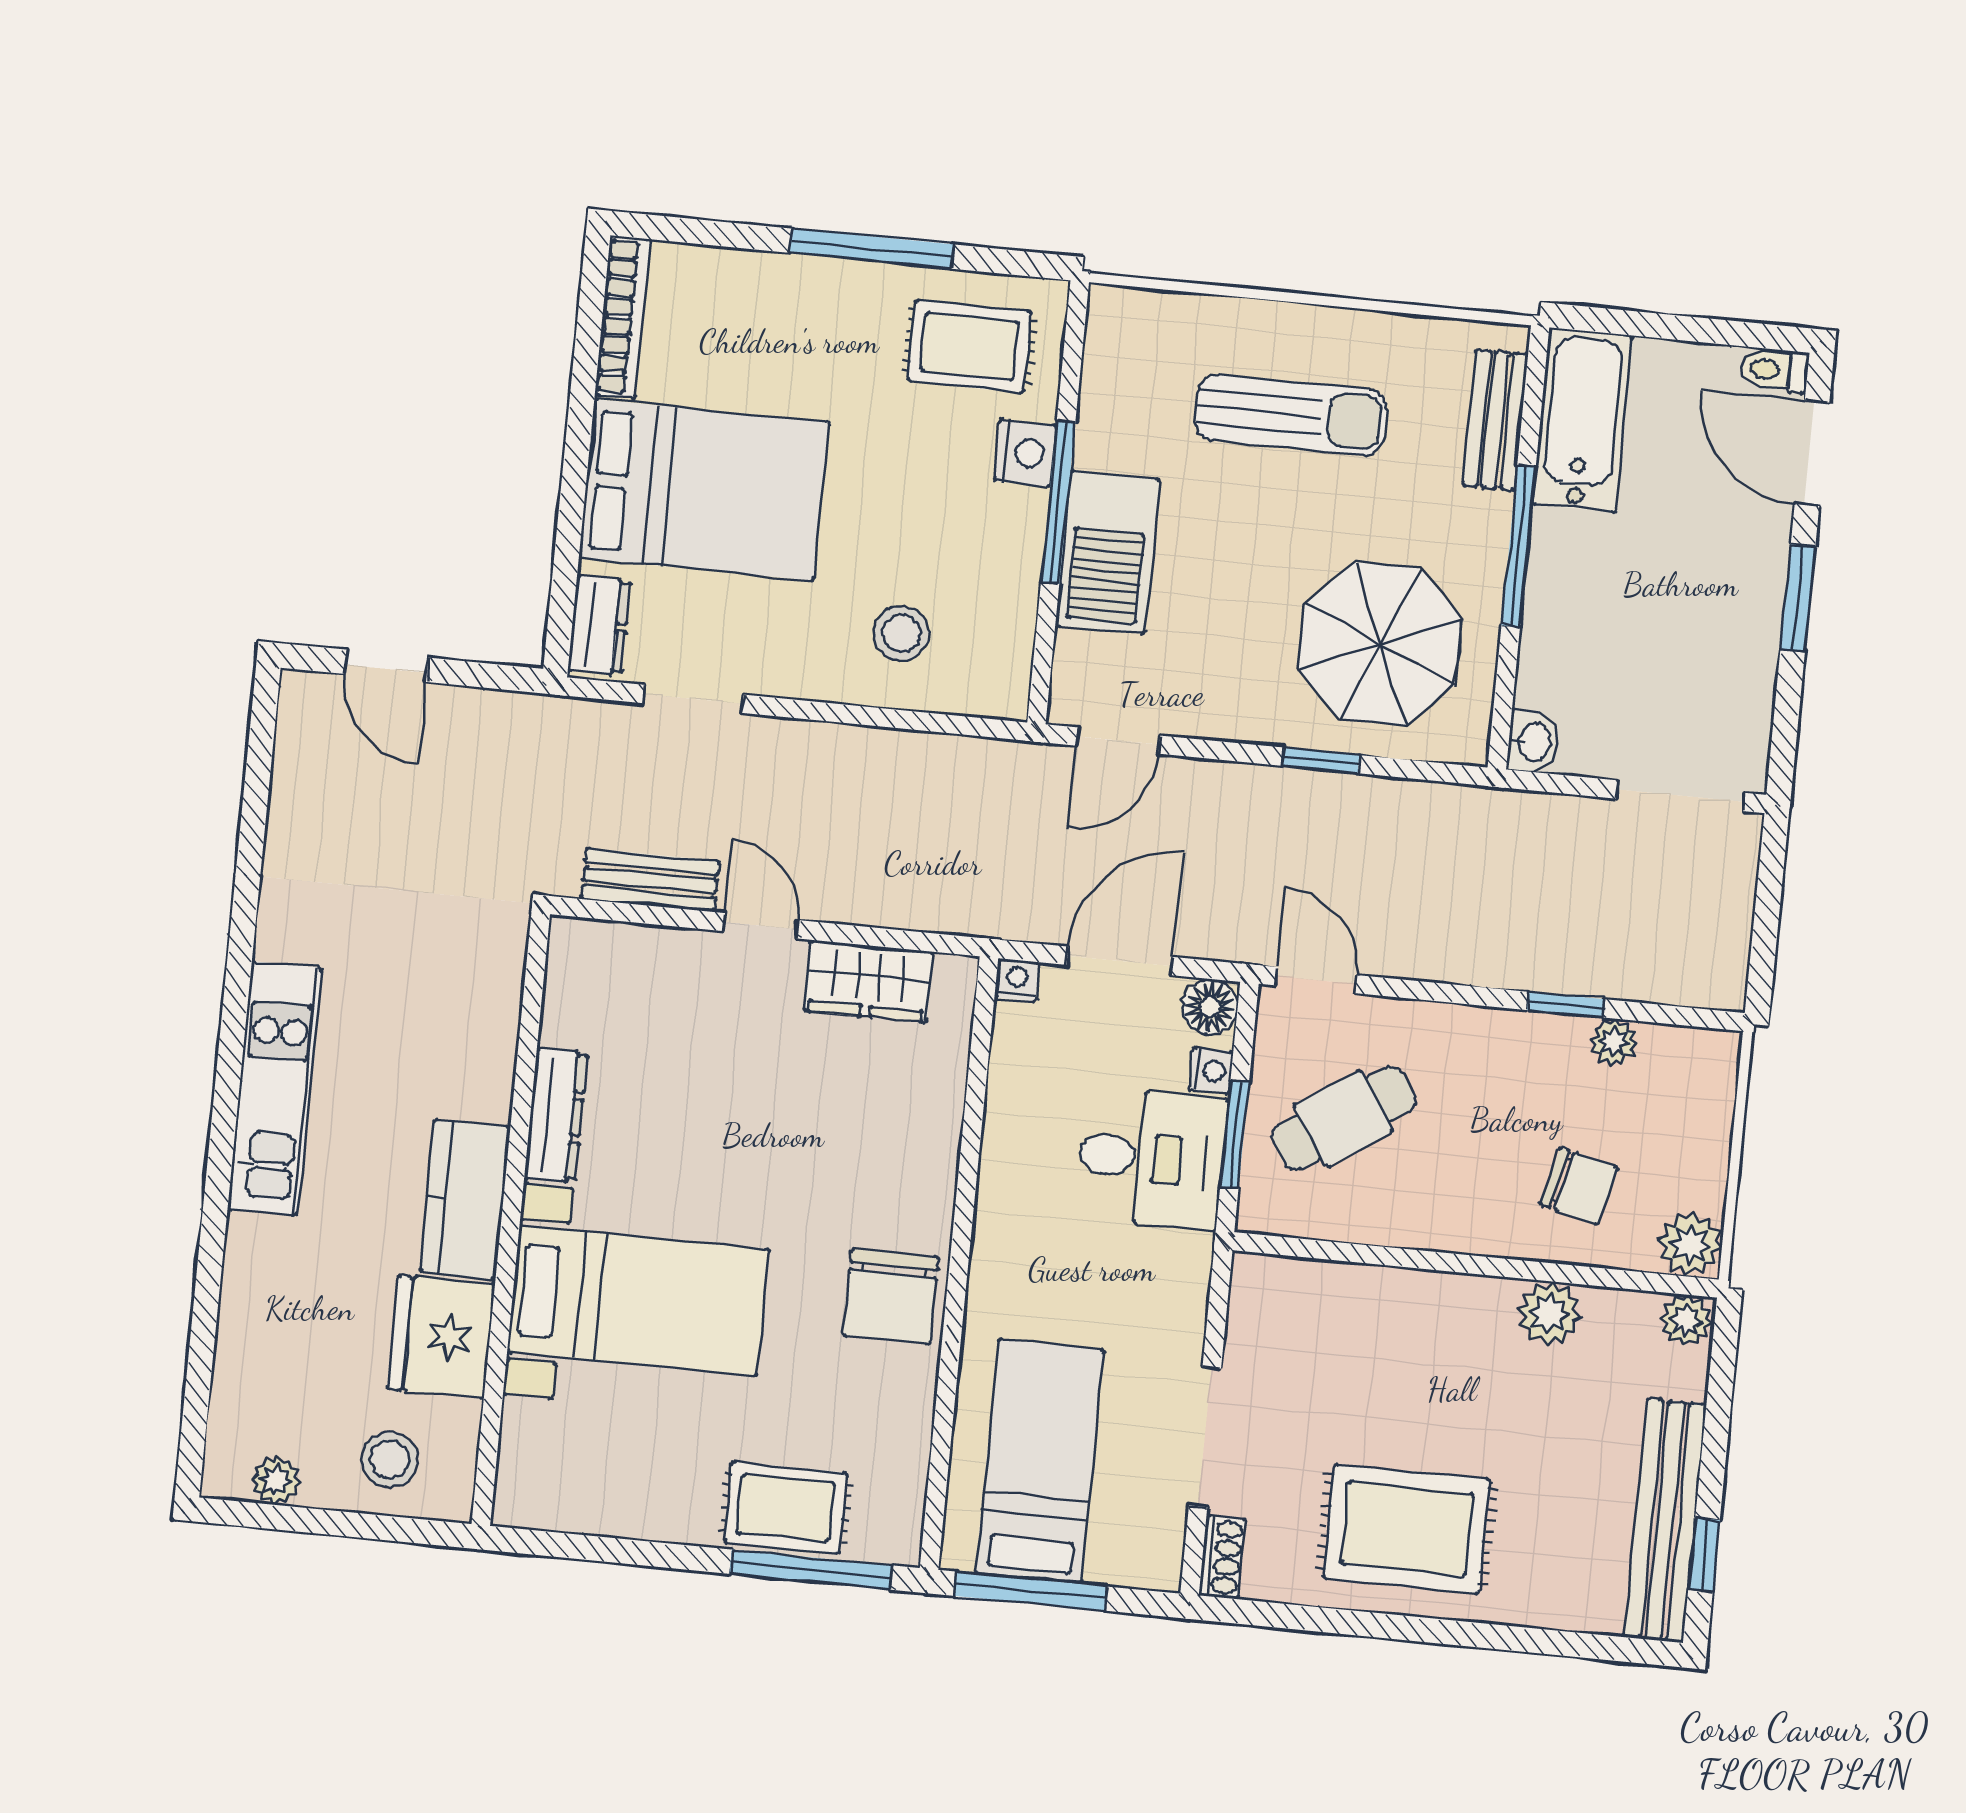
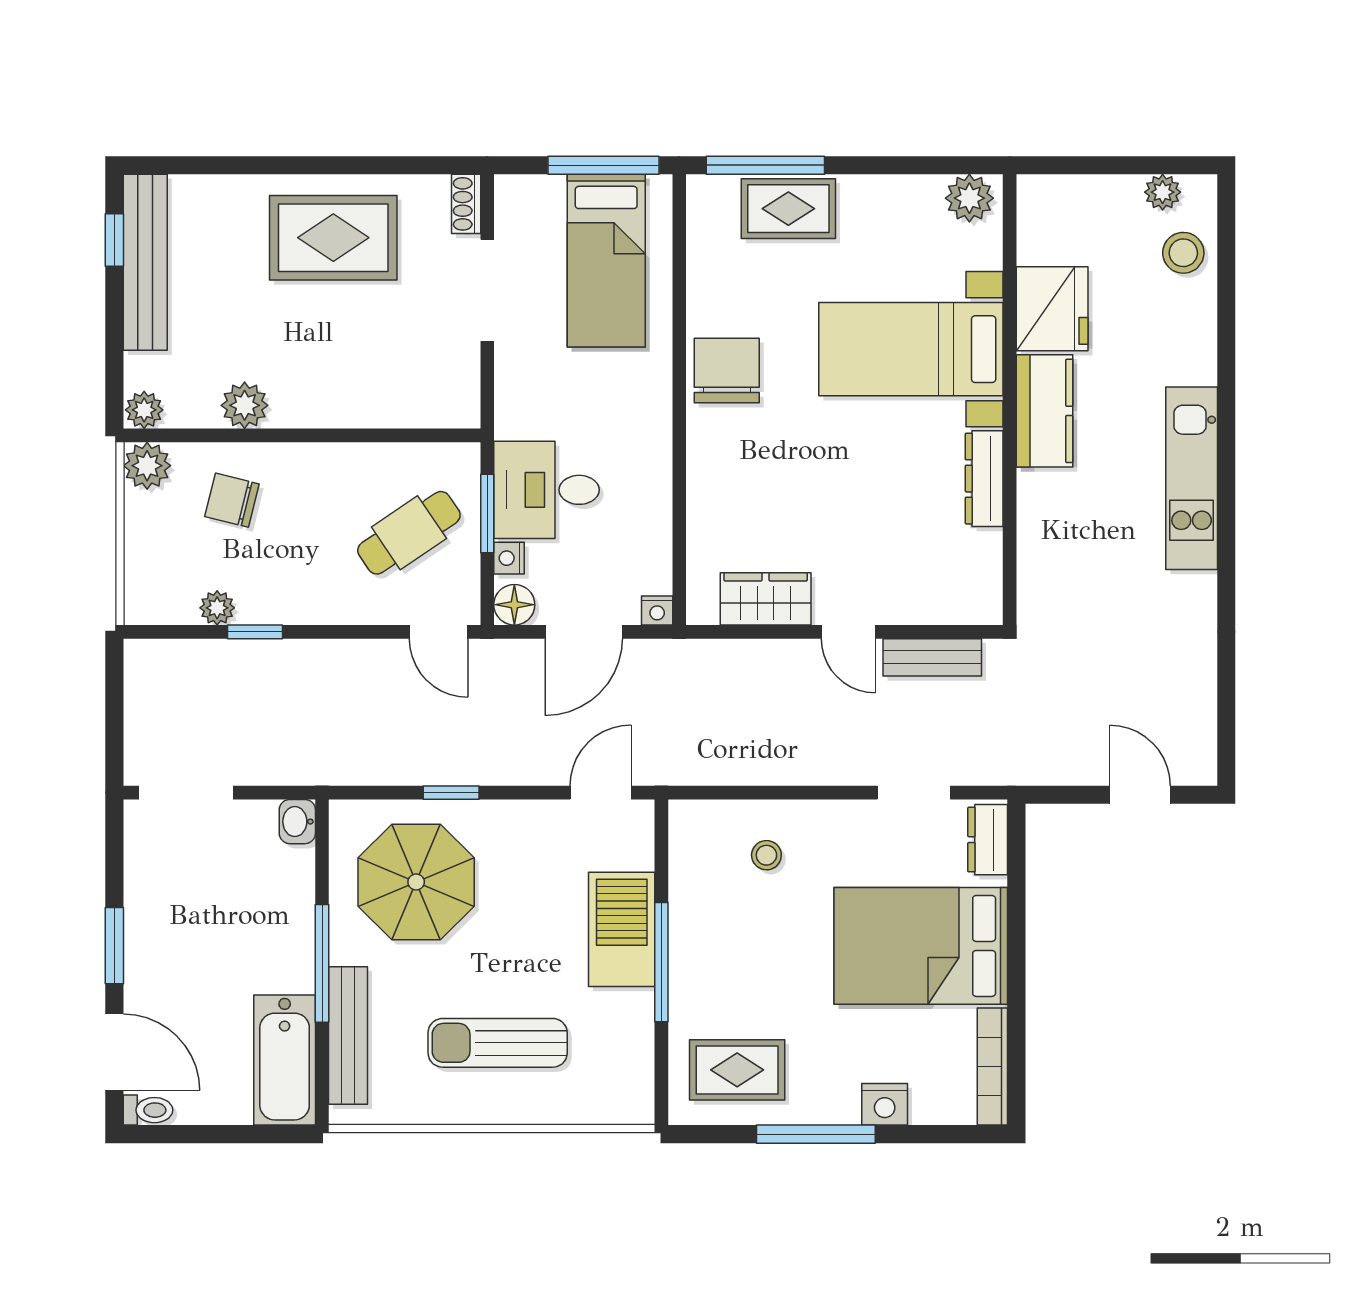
bench: (1495, 420) -> (348, 1035), width x1.36
nightstand: (1025, 453) -> (885, 1104), moved, turned -90
stool: (901, 634) -> (766, 855), width x0.73, depth x0.73
stool: (390, 1459) -> (1183, 253), moved
plant: (539, 1498) -> (969, 198), added

